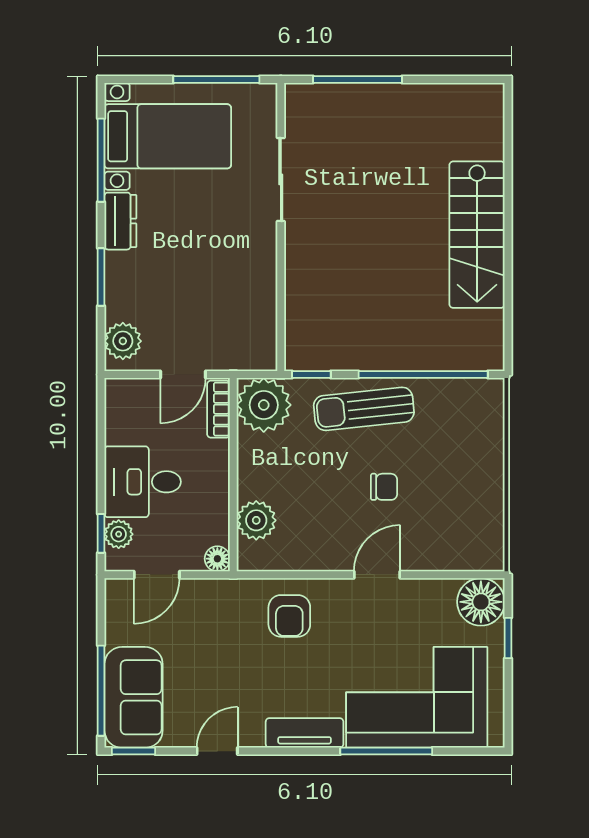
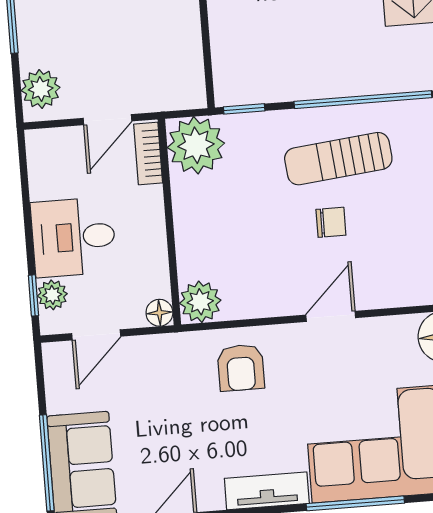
sun lounger: (364, 409) -> (338, 159), moved
plant: (256, 520) -> (200, 302), moved

